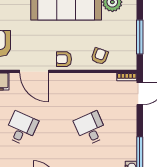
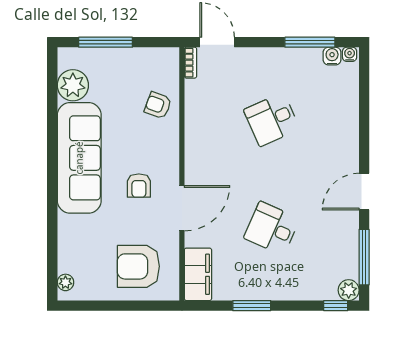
window: (140, 37) -> (106, 42), moved
armchair: (64, 59) -> (139, 186), moved

